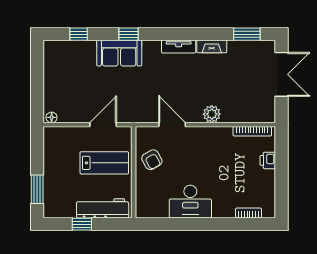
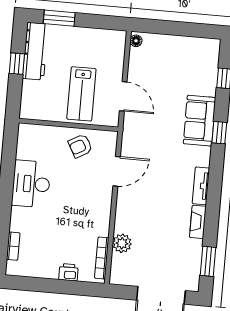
plant: (212, 114) -> (122, 243), moved
workbench: (103, 208) -> (35, 51), moved

